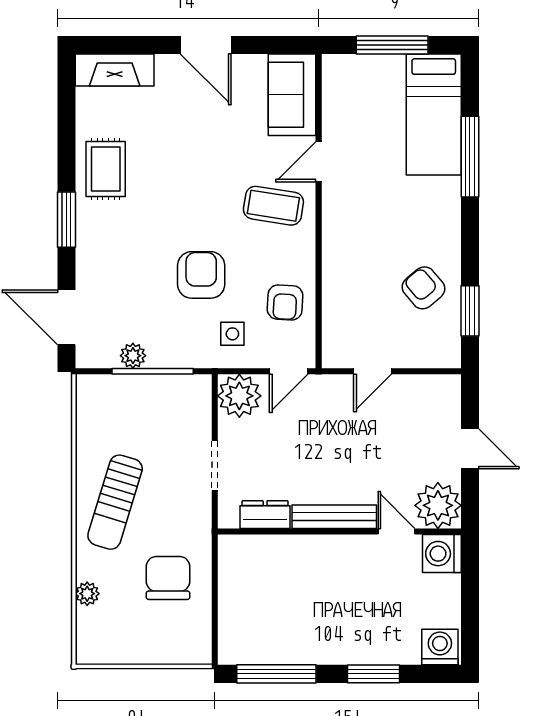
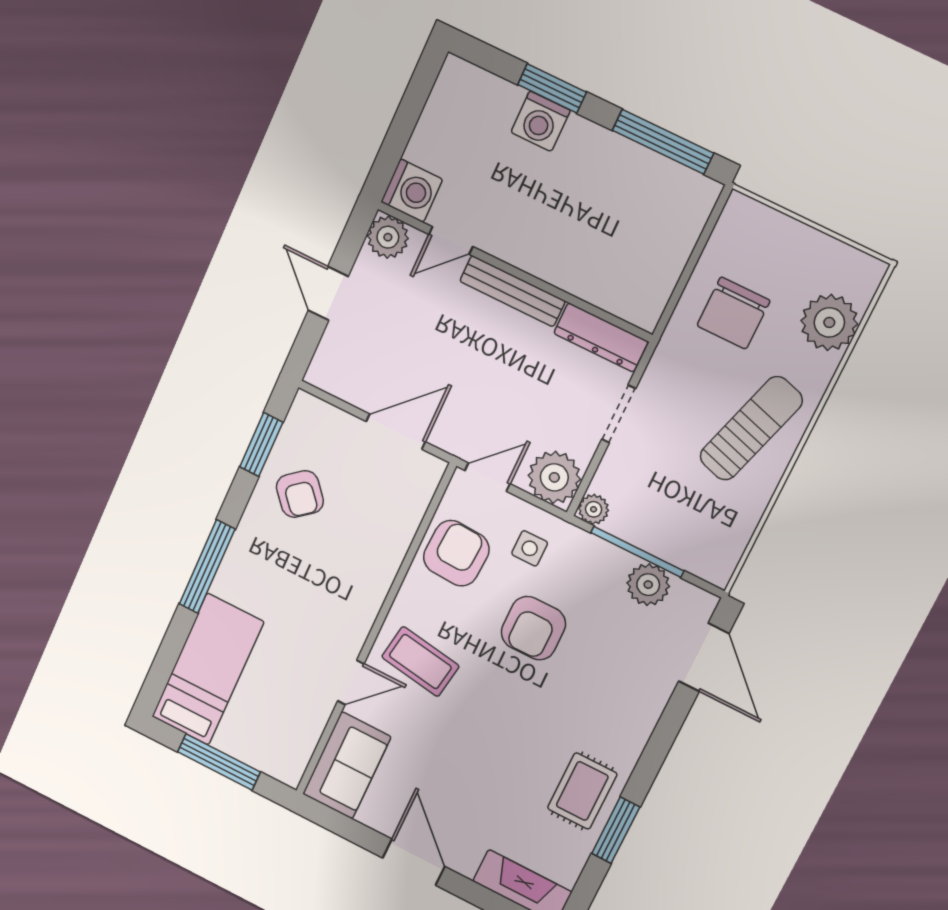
window: (470, 157) -> (207, 567), moved
window: (66, 220) -> (616, 830), moved
armchair: (285, 302) -> (456, 553), width x1.38, depth x1.38
plant: (133, 356) -> (648, 585), width x1.38, depth x1.38
door: (372, 371) -> (396, 432), width x1.38
plant: (199, 387) -> (594, 509), added
plant: (438, 505) -> (388, 237), width x0.73, depth x0.73
dresser: (265, 515) -> (601, 337), width x1.44
door: (396, 531) -> (451, 241), hinge flipped
plant: (87, 594) -> (829, 322), width x1.88, depth x1.88
washing machine: (440, 647) -> (540, 121), moved

